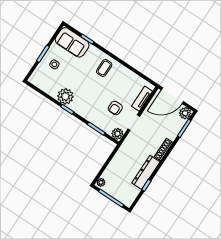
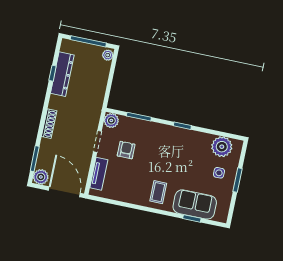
sofa: (72, 42) -> (195, 204), moved
plant: (65, 96) -> (222, 147), moved
door: (172, 96) -> (64, 192), hinge flipped
dresser: (146, 172) -> (62, 74), moved

